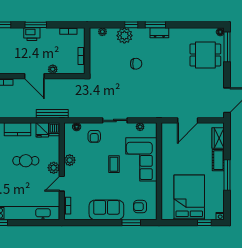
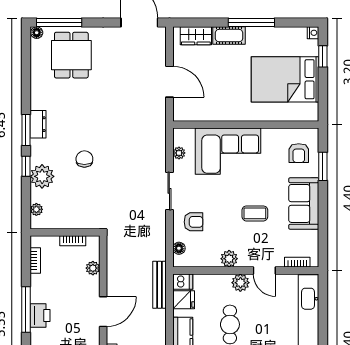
window: (36, 25) -> (26, 309), width x1.44
plant: (53, 69) -> (93, 268), moved
coffee table: (114, 164) -> (255, 213), moved

